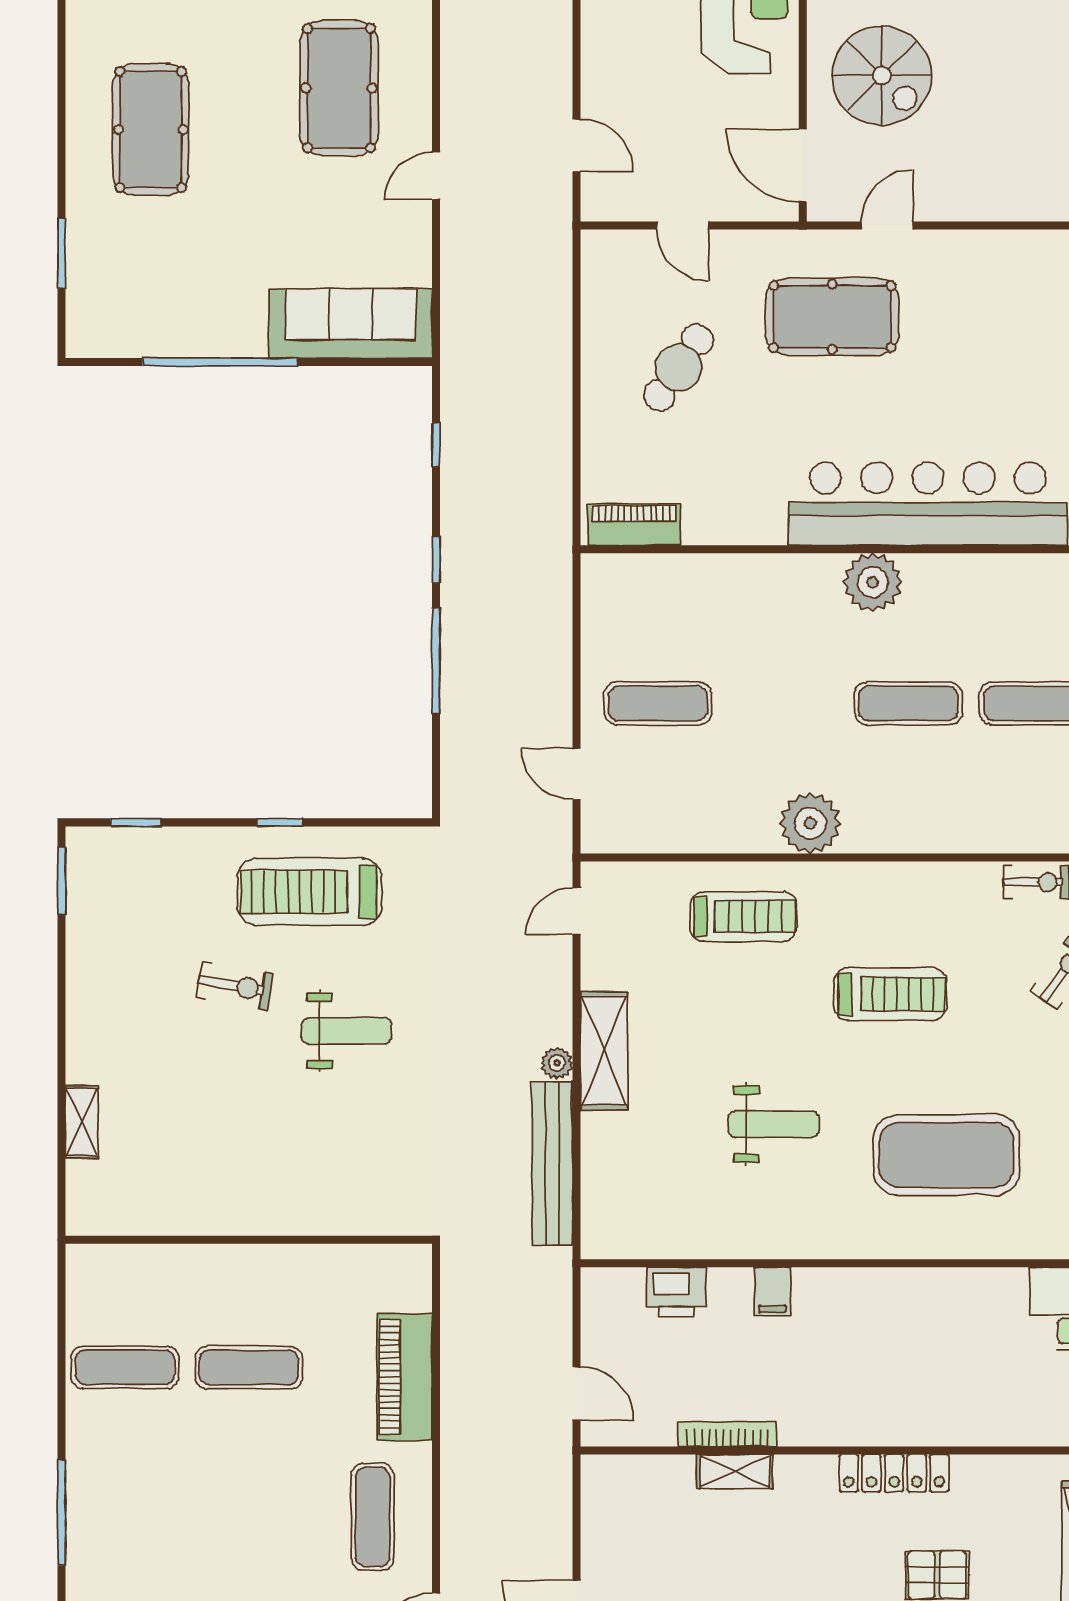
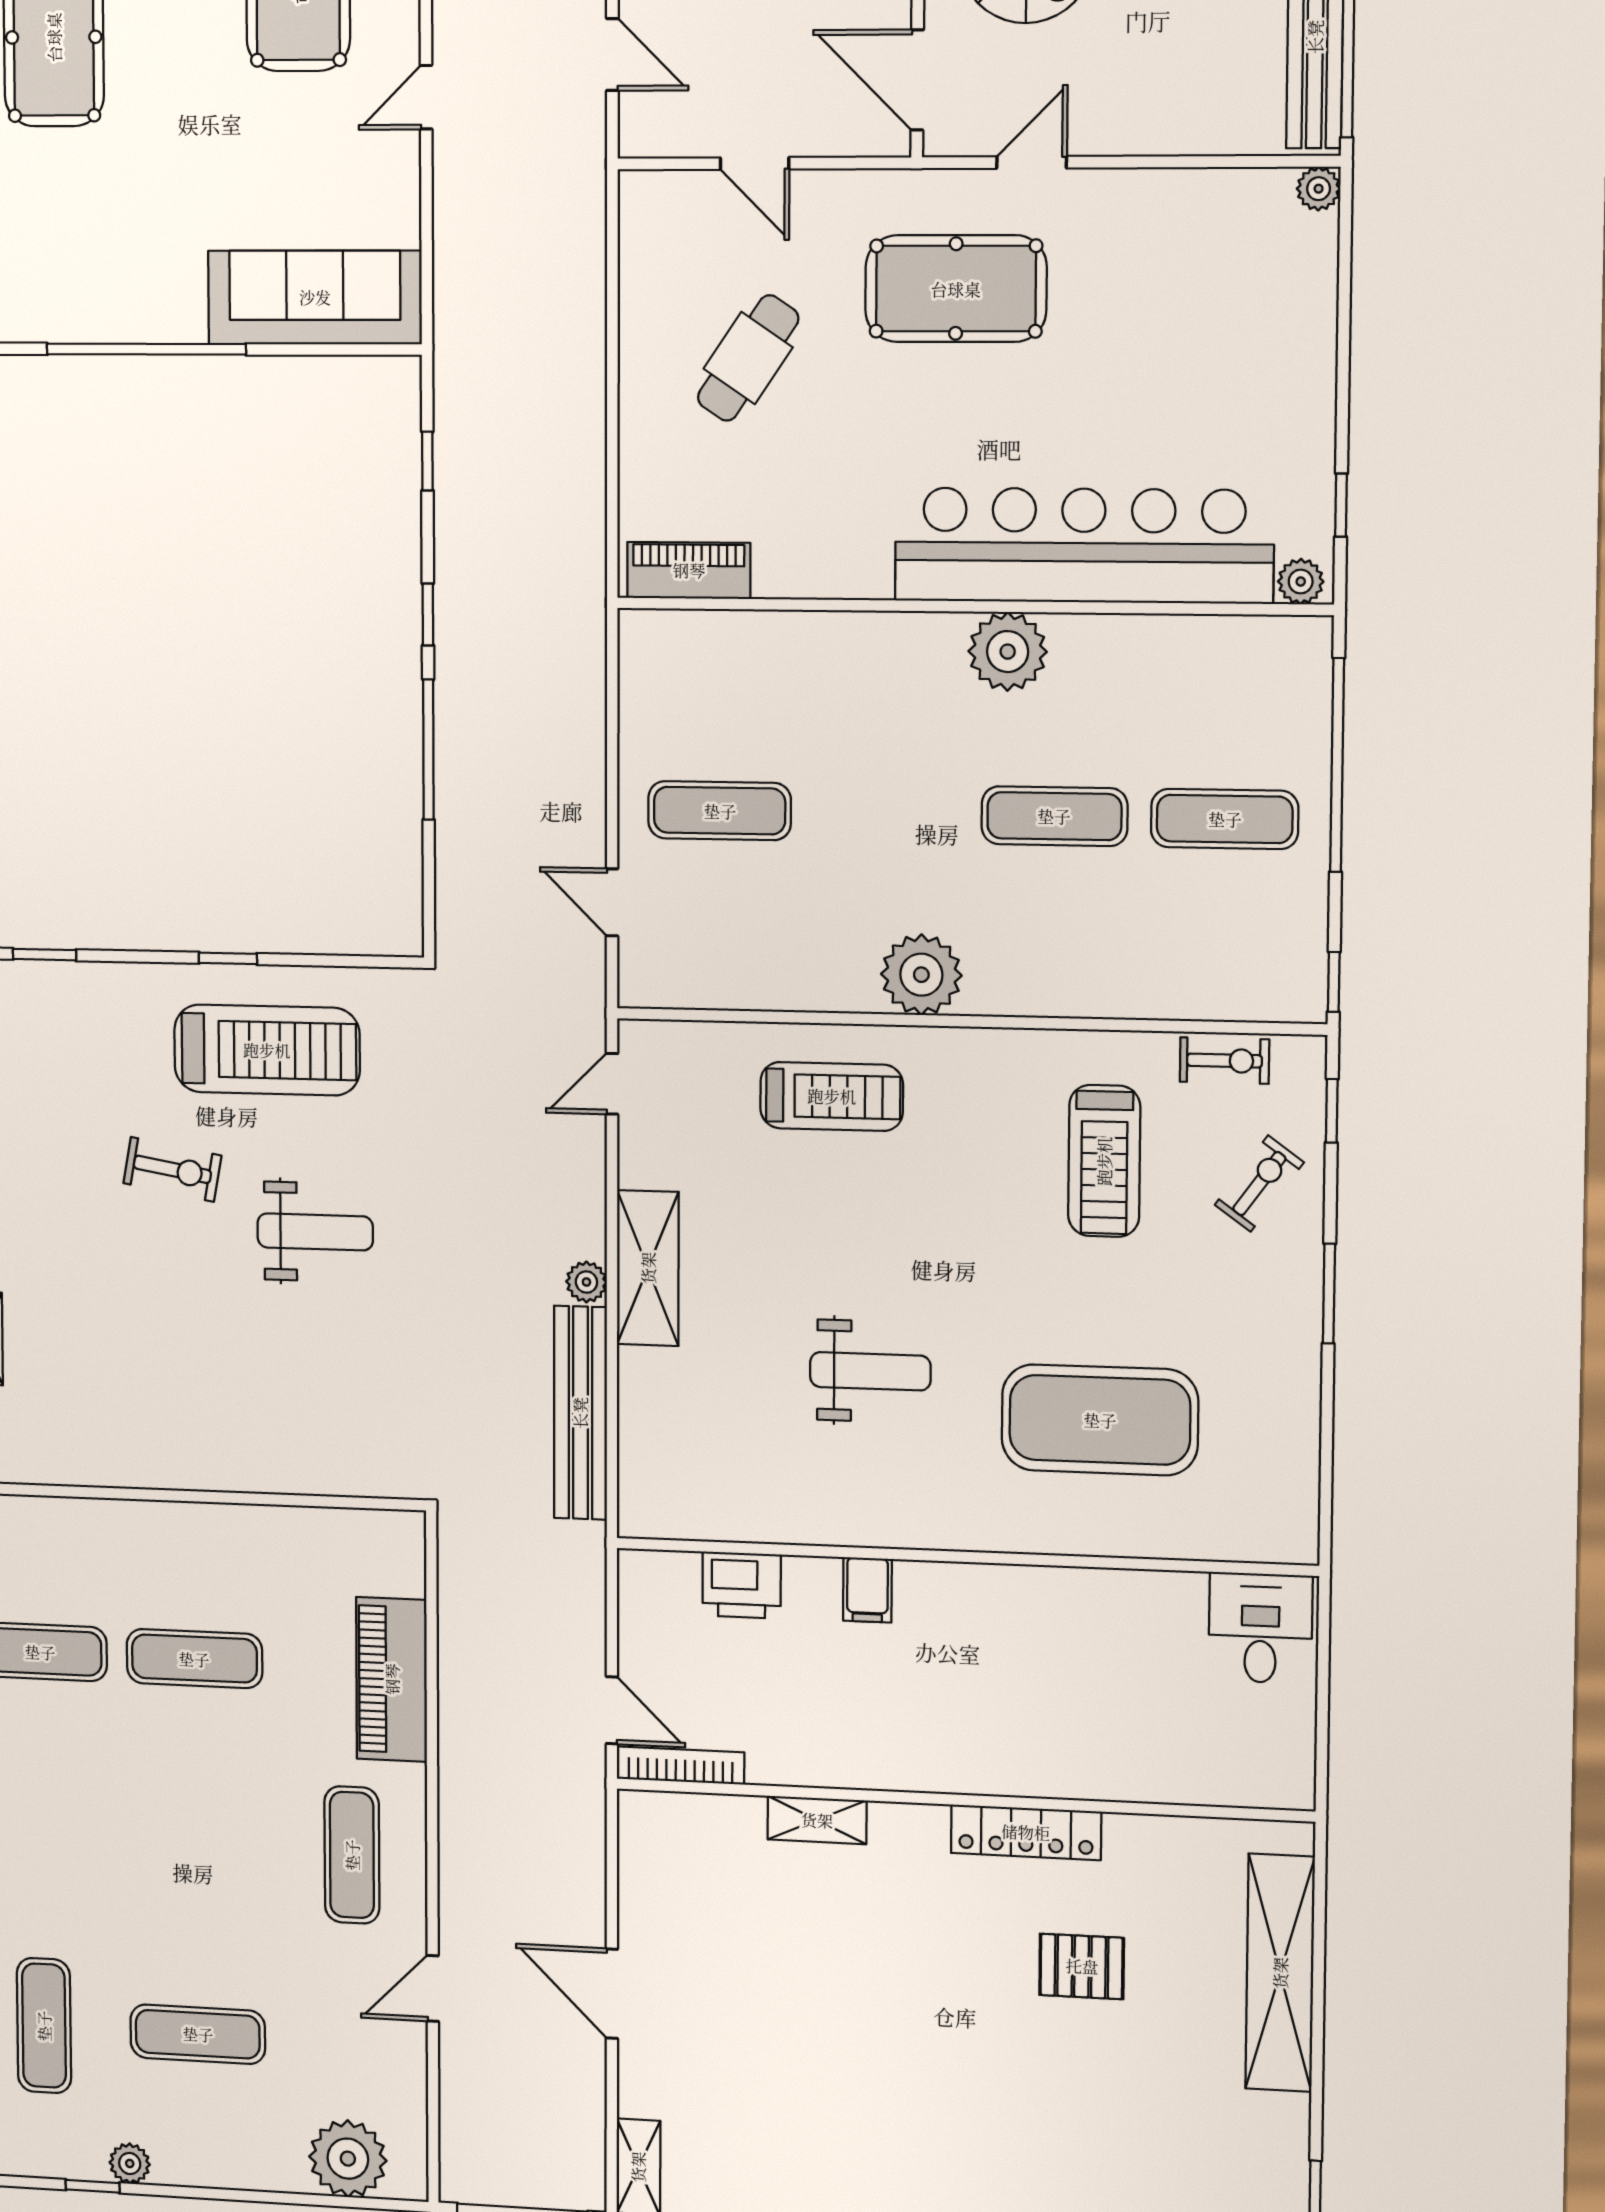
treadmill: (310, 892) -> (267, 1050), turned 180
treadmill: (890, 994) -> (1104, 1161), moved, turned 90
bookcase: (727, 1434) -> (680, 1765), moved

